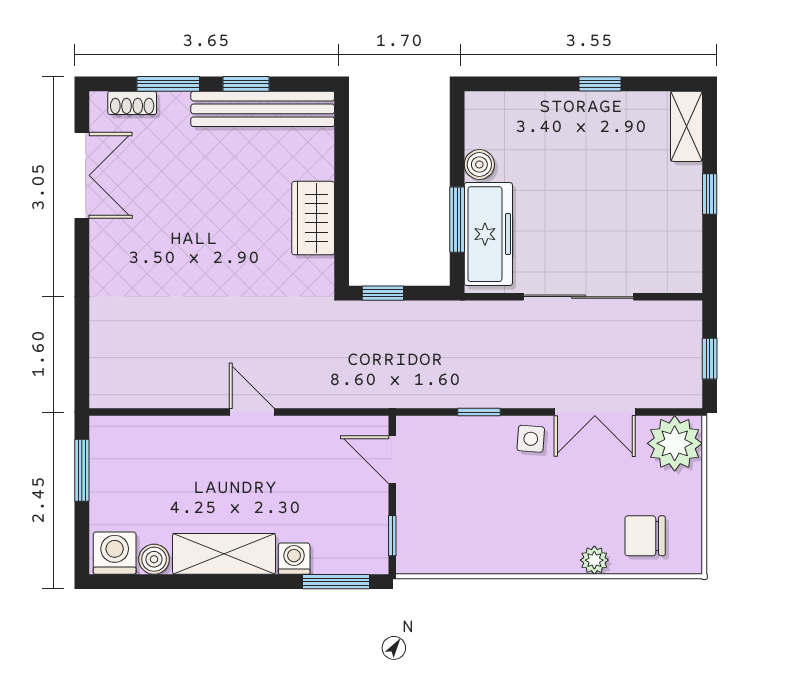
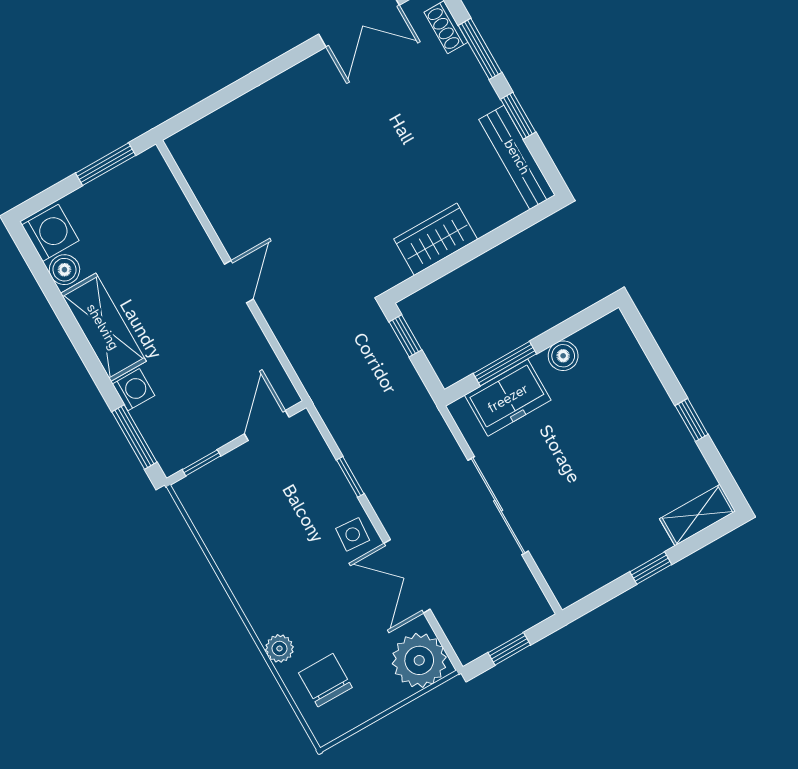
bench: (263, 109) -> (517, 157), width x0.73, depth x0.82
freezer: (488, 234) -> (508, 398), width x0.71

